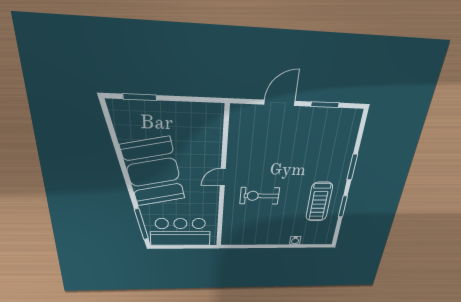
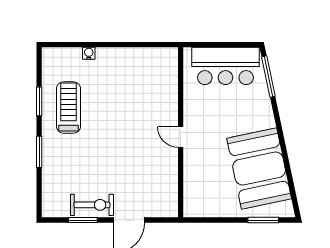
booth: (153, 172) -> (259, 168), moved
door: (223, 177) -> (181, 137), swing flipped
exercise bike: (260, 196) -> (92, 205), moved

